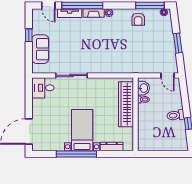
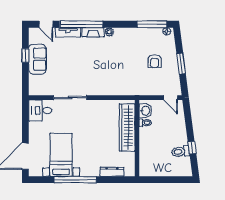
armchair: (138, 19) -> (155, 61), moved
sofa: (40, 49) -> (37, 59), moved
toilet: (176, 115) -> (180, 152), moved
bed with nightstands: (82, 130) -> (61, 155), moved

